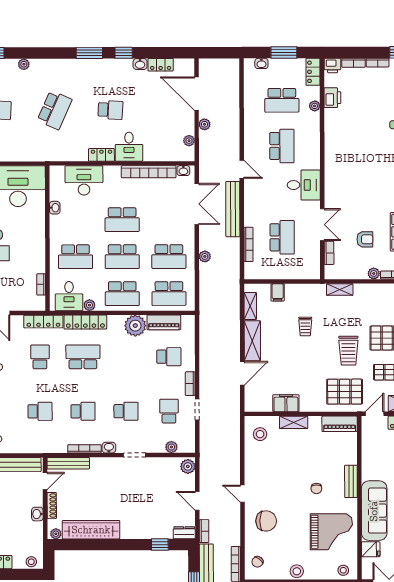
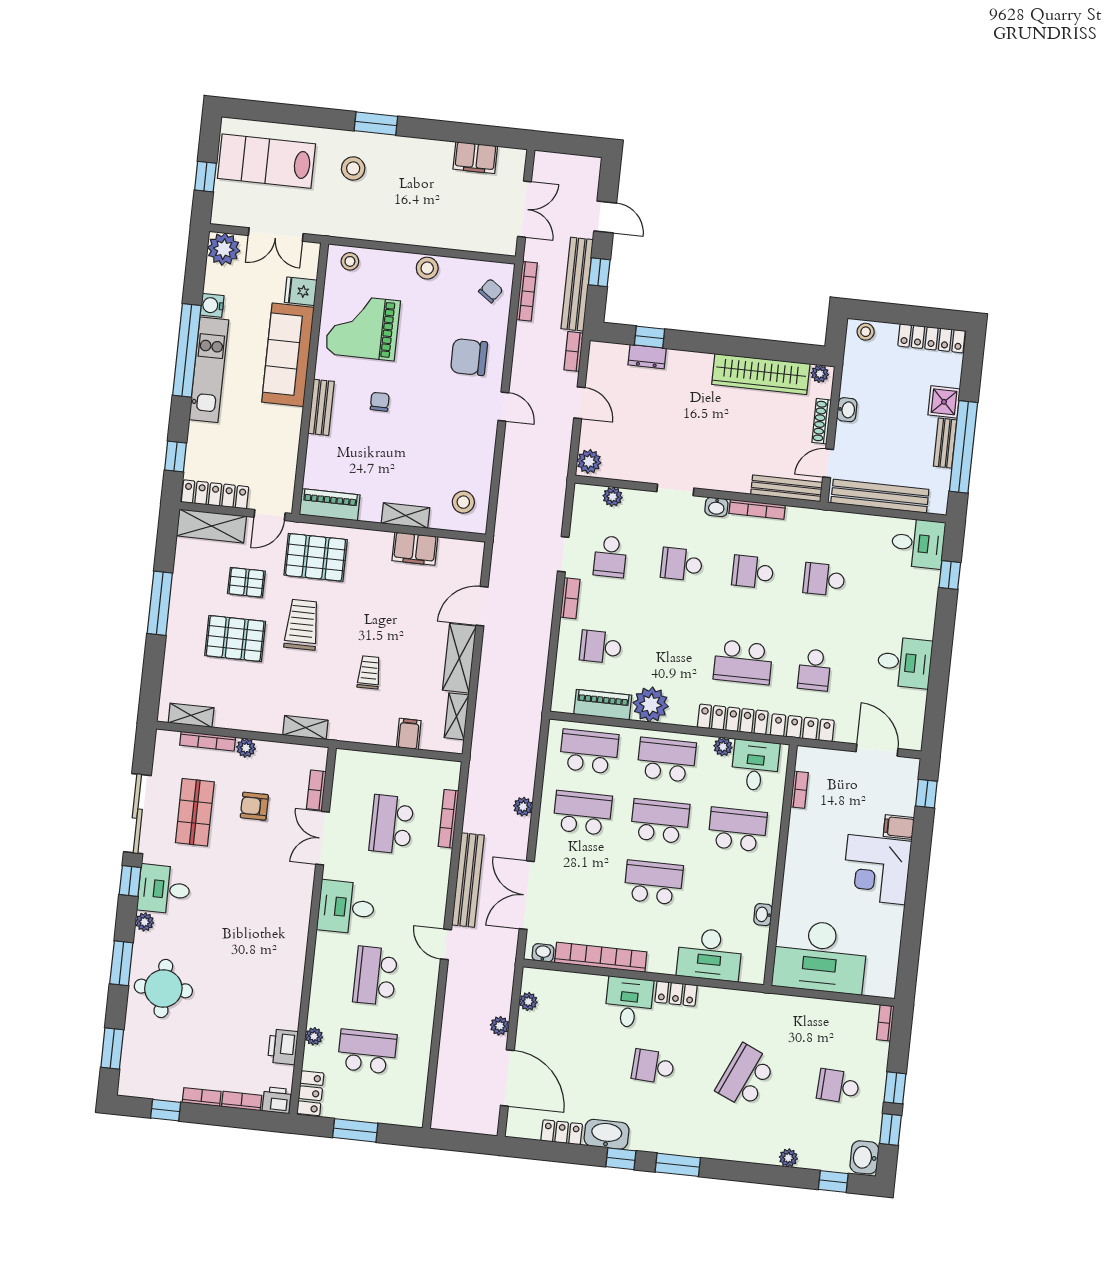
washbasin: (261, 63) -> (394, 1116), removed
washbasin: (140, 64) -> (607, 1134), width x1.91, depth x1.45
dresser: (184, 533) -> (647, 357), moved

